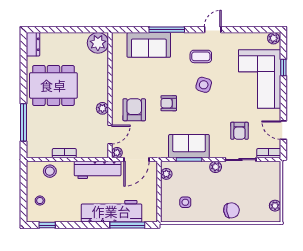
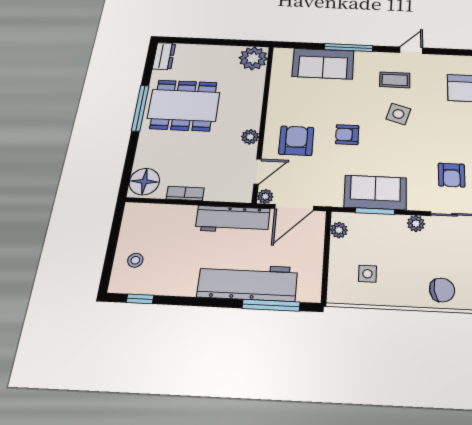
window: (24, 122) -> (140, 108), moved
floor lamp: (36, 146) -> (144, 182), added
stool: (50, 171) -> (159, 218), removed

